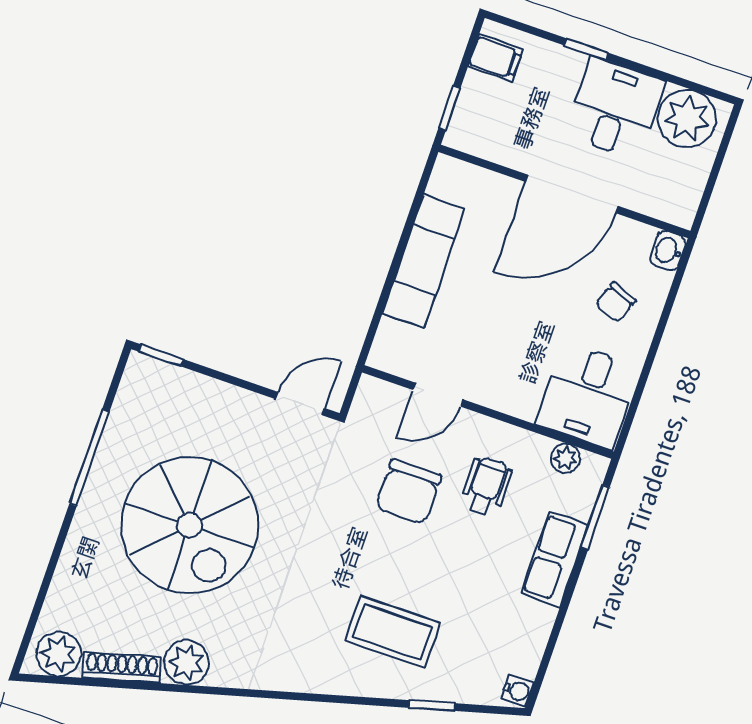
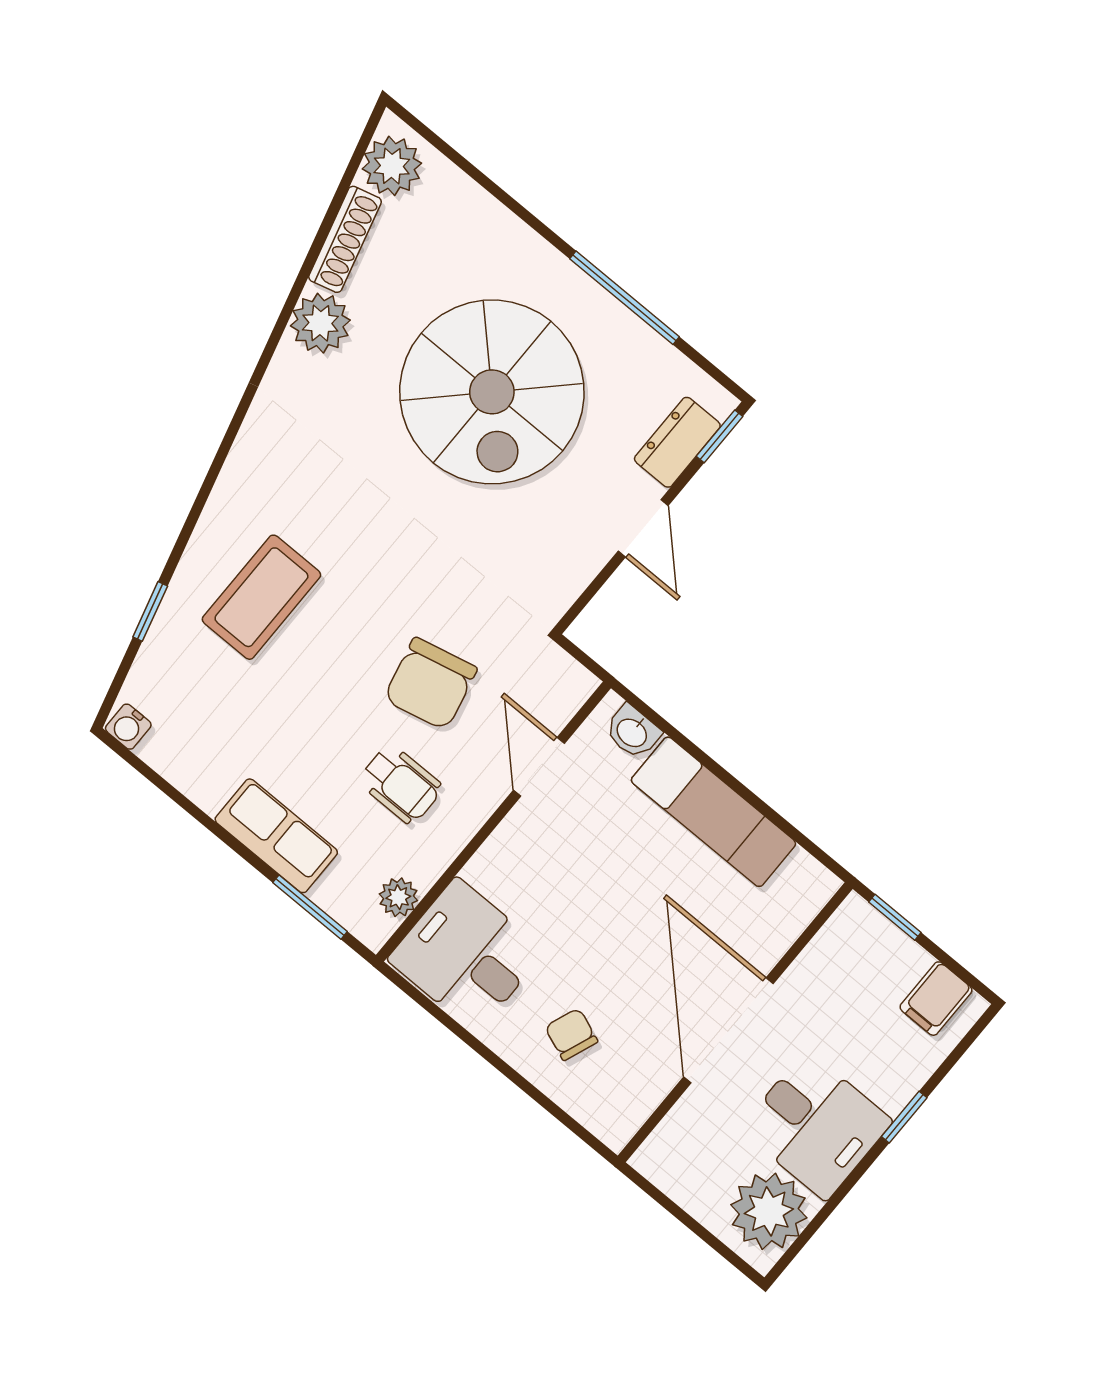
washbasin: (668, 251) -> (633, 732), moved, turned 180
dresser: (176, 383) -> (677, 442), added
door: (300, 404) -> (643, 528), moved
chair: (409, 492) -> (430, 684), turned -103
spiral stairs: (190, 525) -> (492, 392), turned -90

